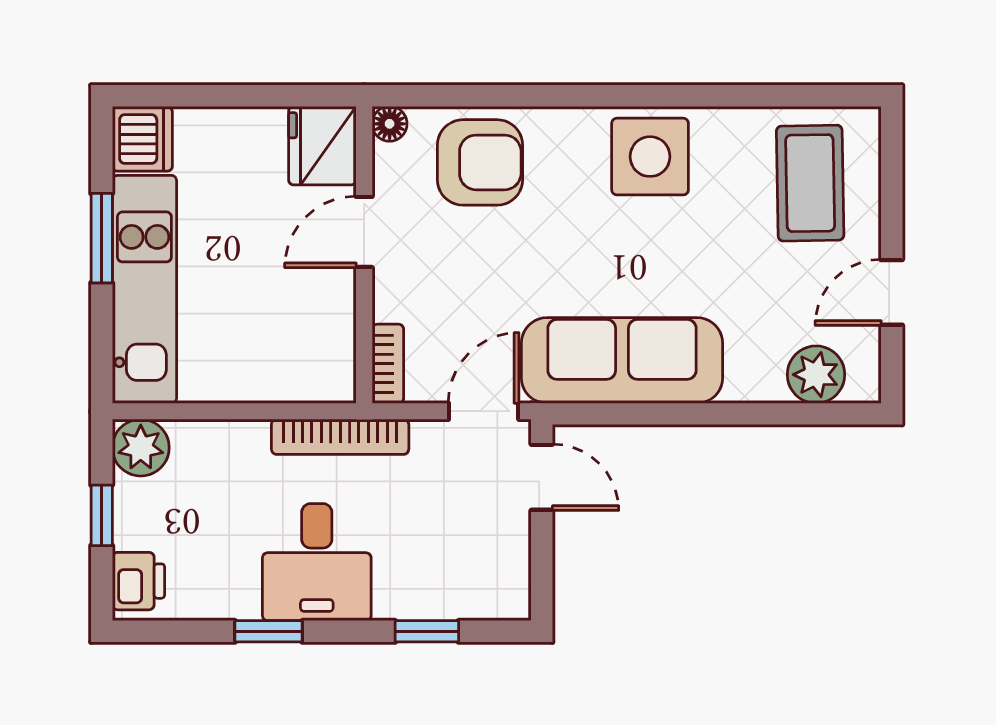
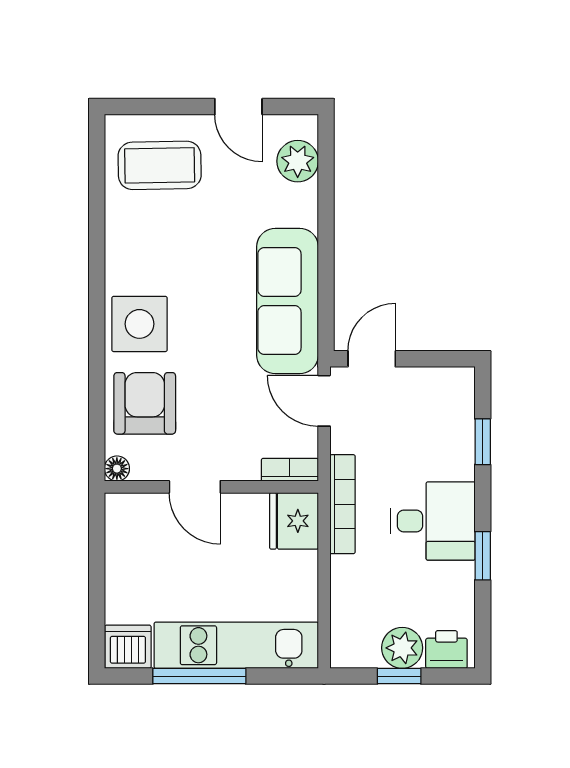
fridge: (322, 146) -> (294, 521), moved, turned 90
side table: (650, 157) -> (139, 324), moved
window: (102, 238) -> (199, 676), width x1.44
plant: (141, 448) -> (402, 648), moved

